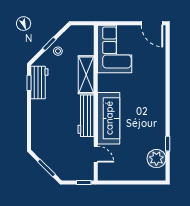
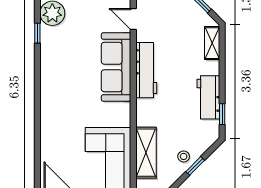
shelving: (86, 75) -> (146, 153), moved
workbench: (39, 82) -> (208, 97), moved
shelving: (37, 136) -> (212, 43), added

